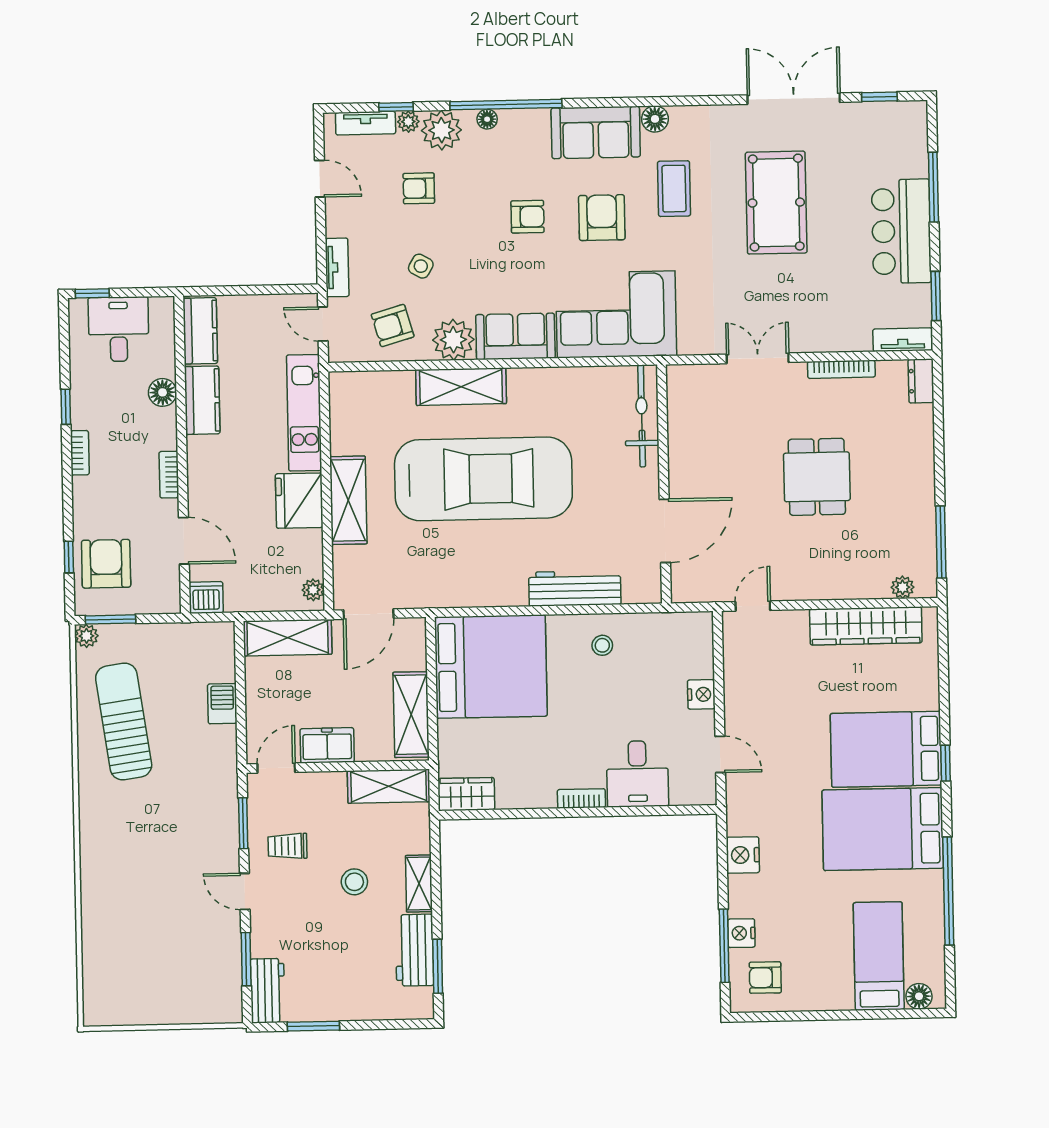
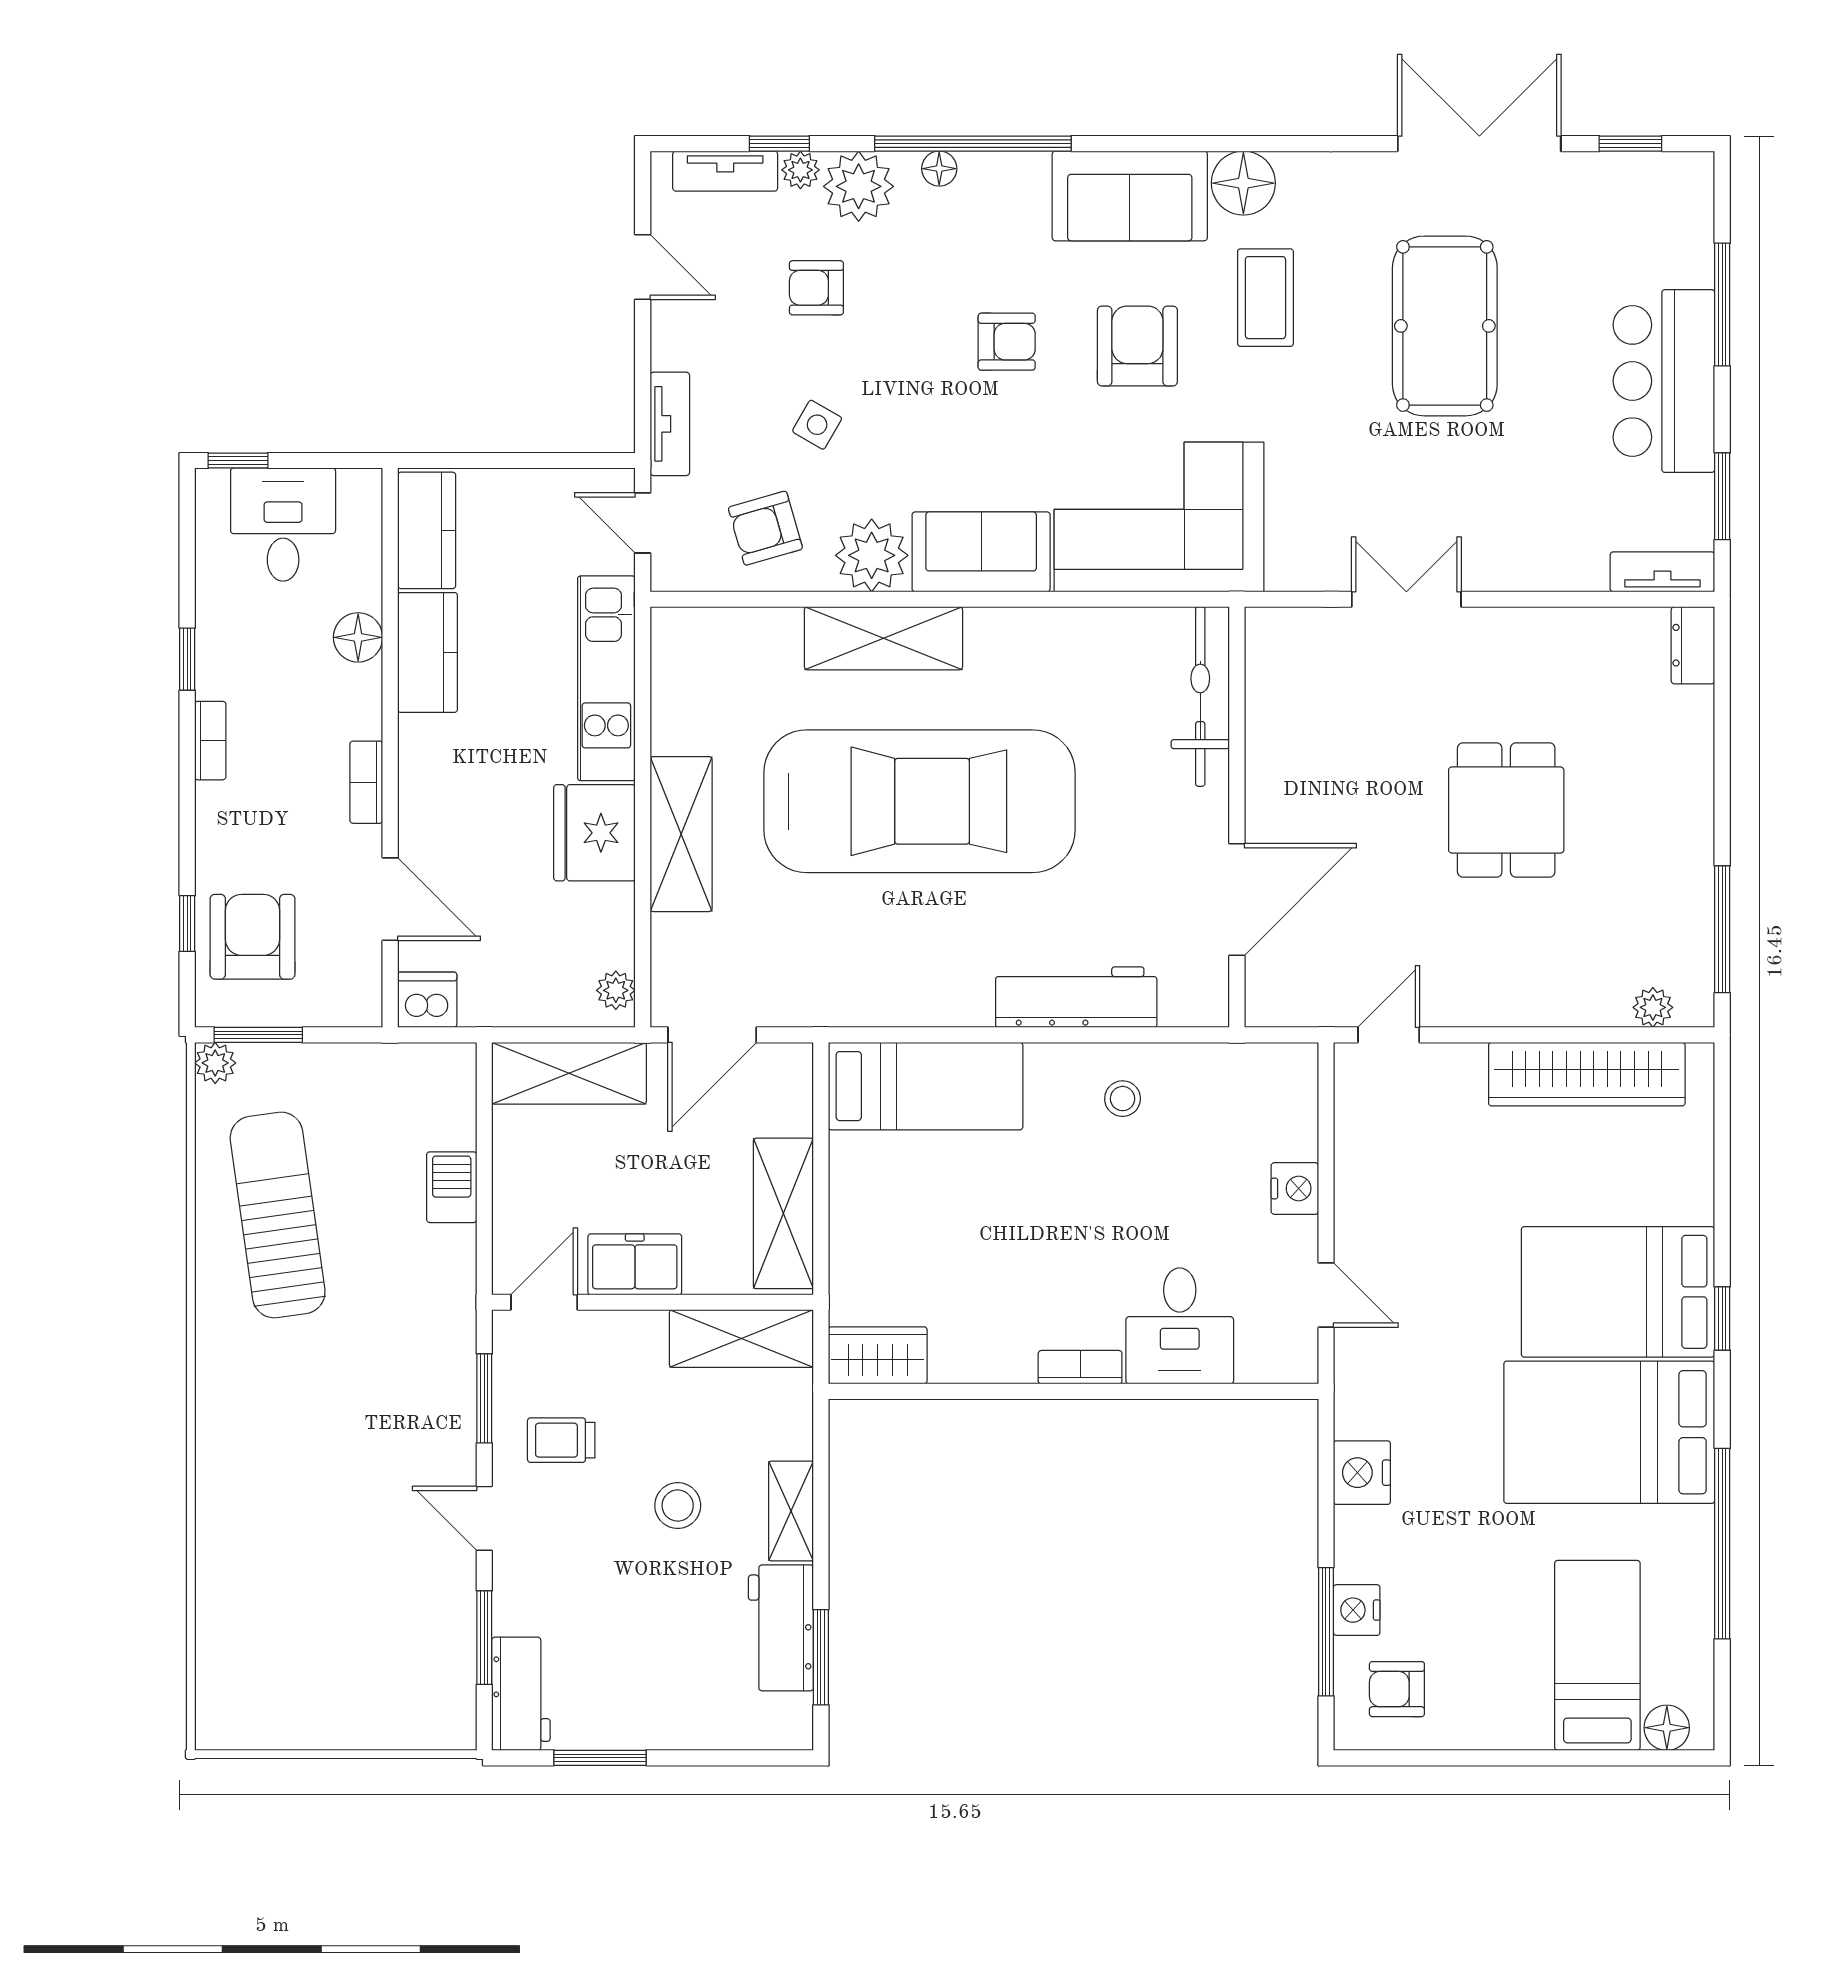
floor lamp: (655, 119) -> (1243, 183), width x1.38, depth x1.38
bookcase: (841, 369) -> (1553, 622), removed
bed: (491, 667) -> (926, 1086), width x0.49

